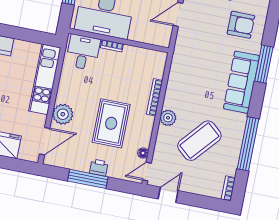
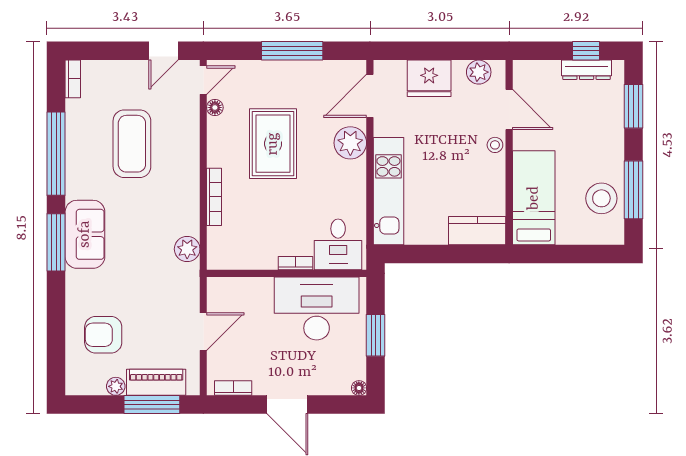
window: (264, 64) -> (56, 242), moved
sofa: (241, 82) -> (85, 234), width x0.73
plant: (168, 118) -> (187, 249), moved
coffee table: (199, 141) -> (132, 144), turned -41
printer: (99, 168) -> (279, 72), removed

